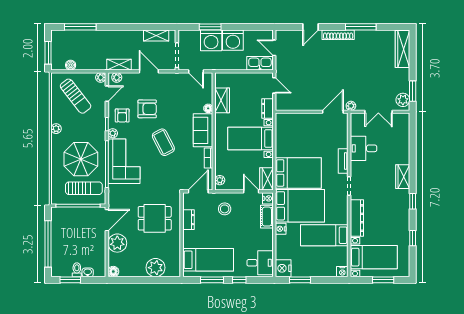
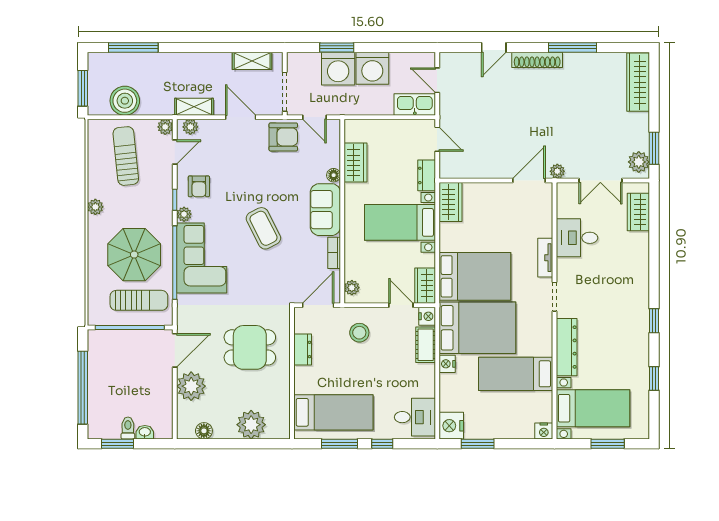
boiler: (71, 65) -> (125, 101), width x1.86, depth x1.86
sun lounger: (76, 96) -> (126, 156), turned -148
armchair: (147, 109) -> (283, 137), moved
wardrobe: (283, 125) -> (450, 202), added
wardrobe: (403, 177) -> (638, 212), moved
floor lamp: (113, 272) -> (204, 431), moved

